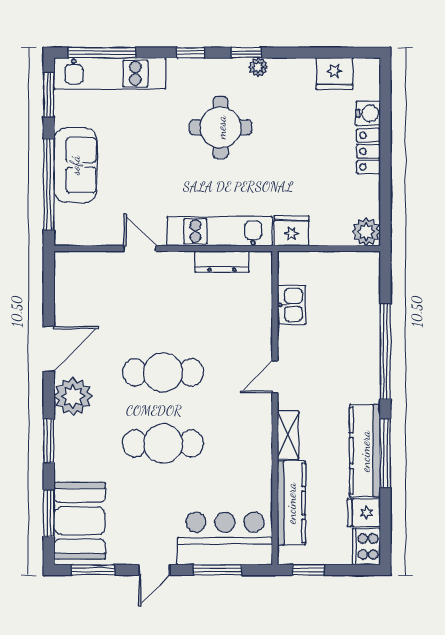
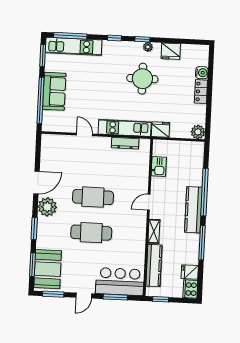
fridge: (334, 74) -> (171, 51), moved
round table: (221, 127) -> (142, 79), moved
kitchen counter: (365, 451) -> (193, 210), moved

